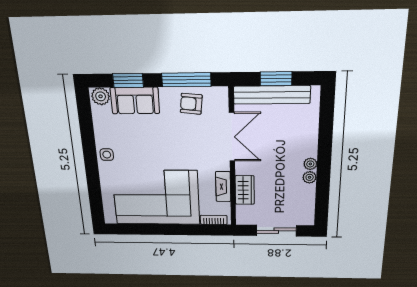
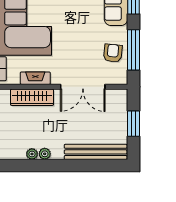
bench: (272, 95) -> (96, 152), moved, turned 90
plant: (310, 164) -> (32, 154), moved
wardrobe: (245, 190) -> (32, 97), width x1.50

